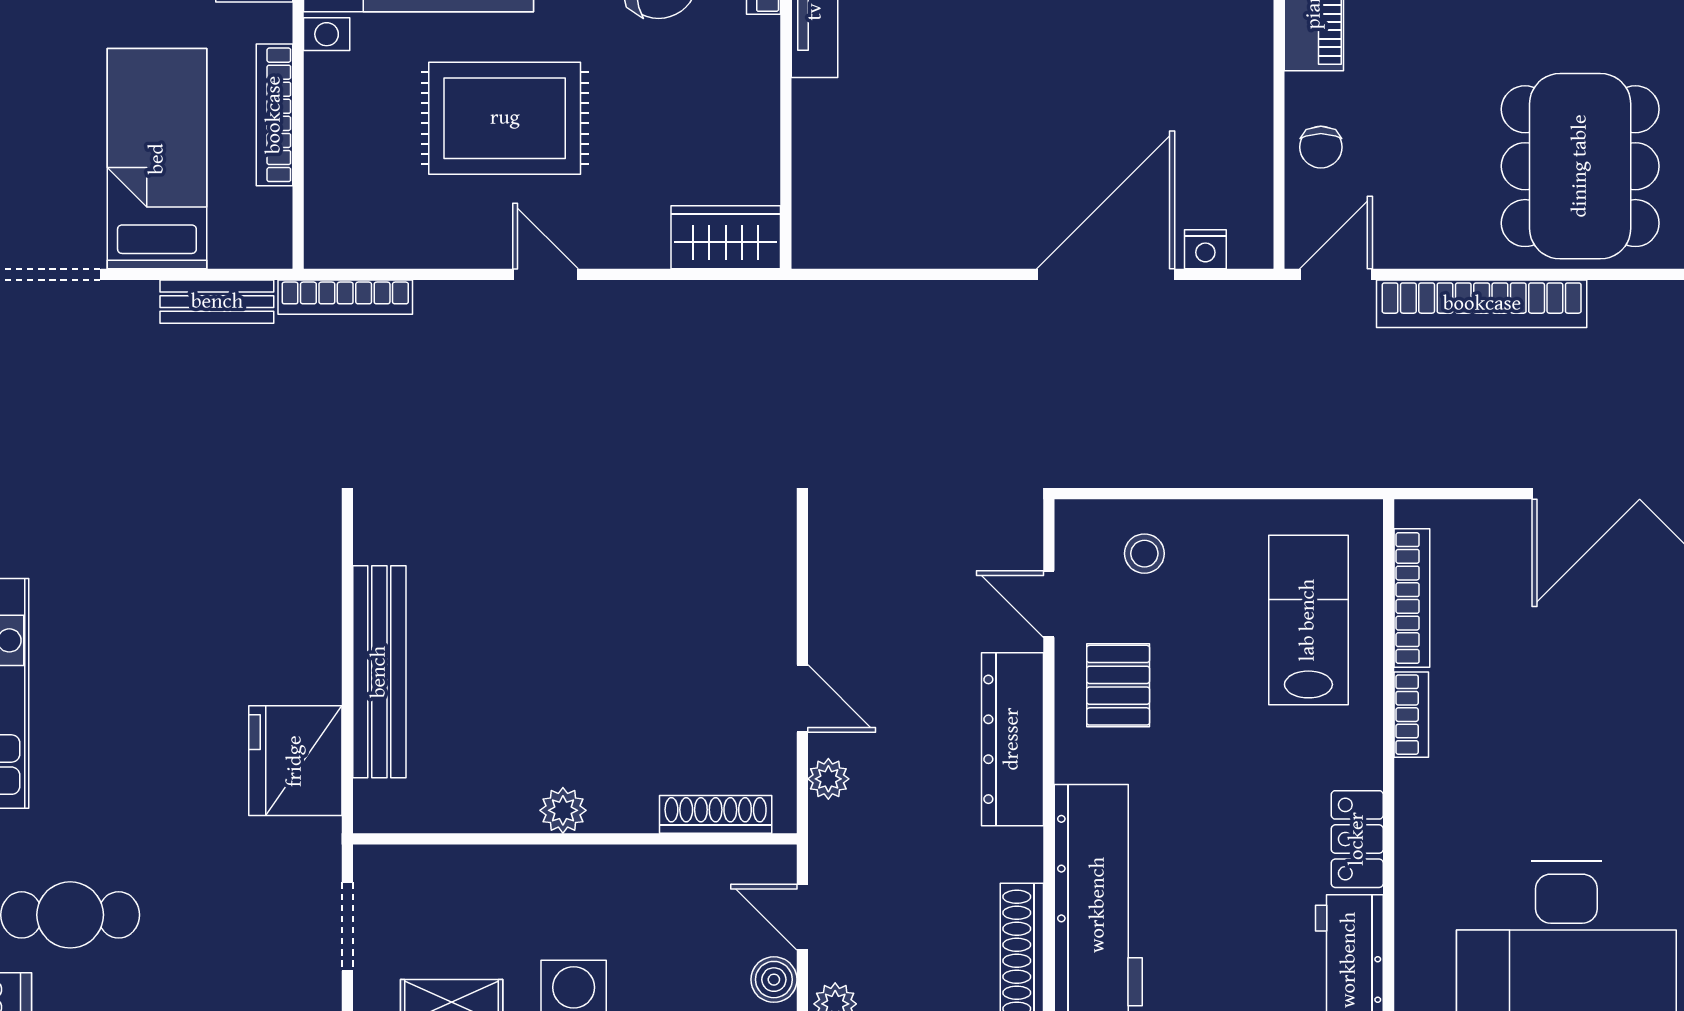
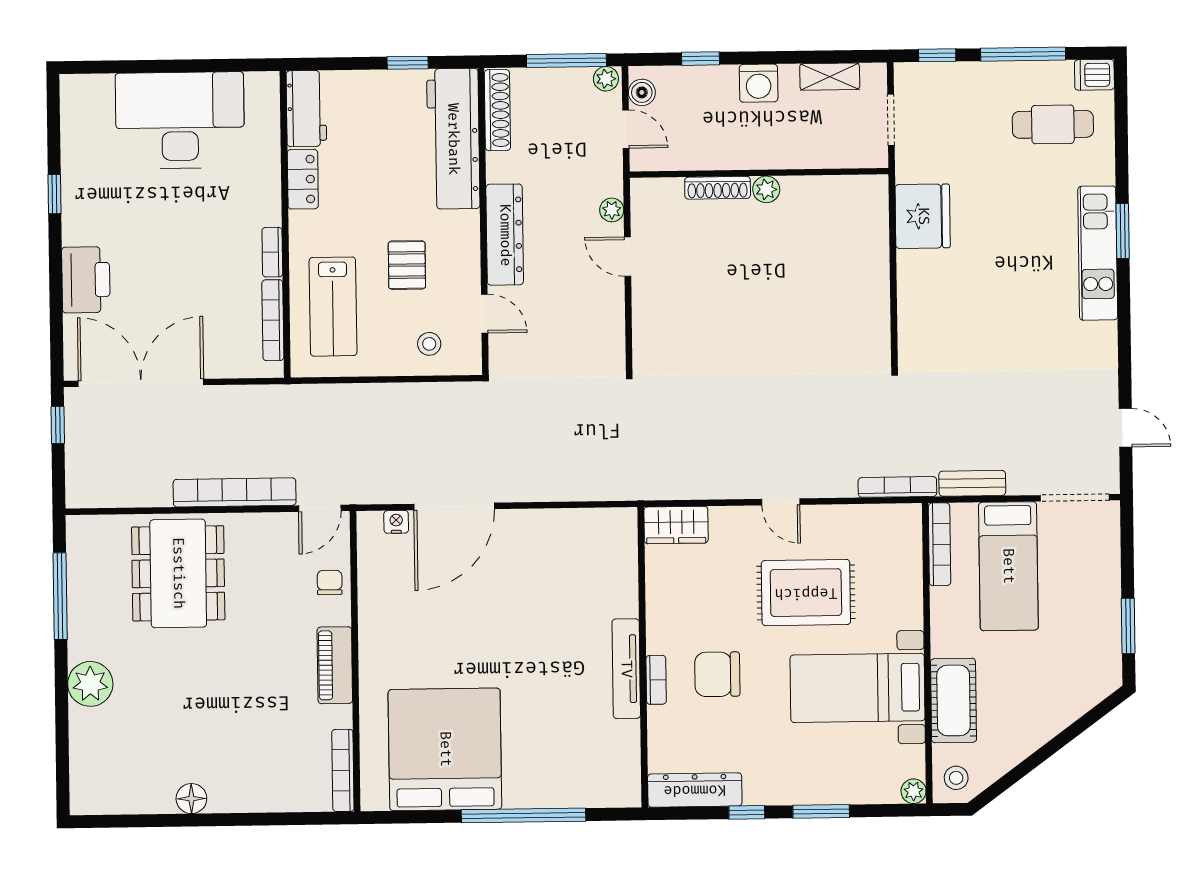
bookcase: (274, 115) -> (940, 544), moved
bench: (379, 672) -> (874, 269), removed
pallet: (1118, 685) -> (407, 265), moved
shoe rack: (716, 814) -> (718, 188), moved

